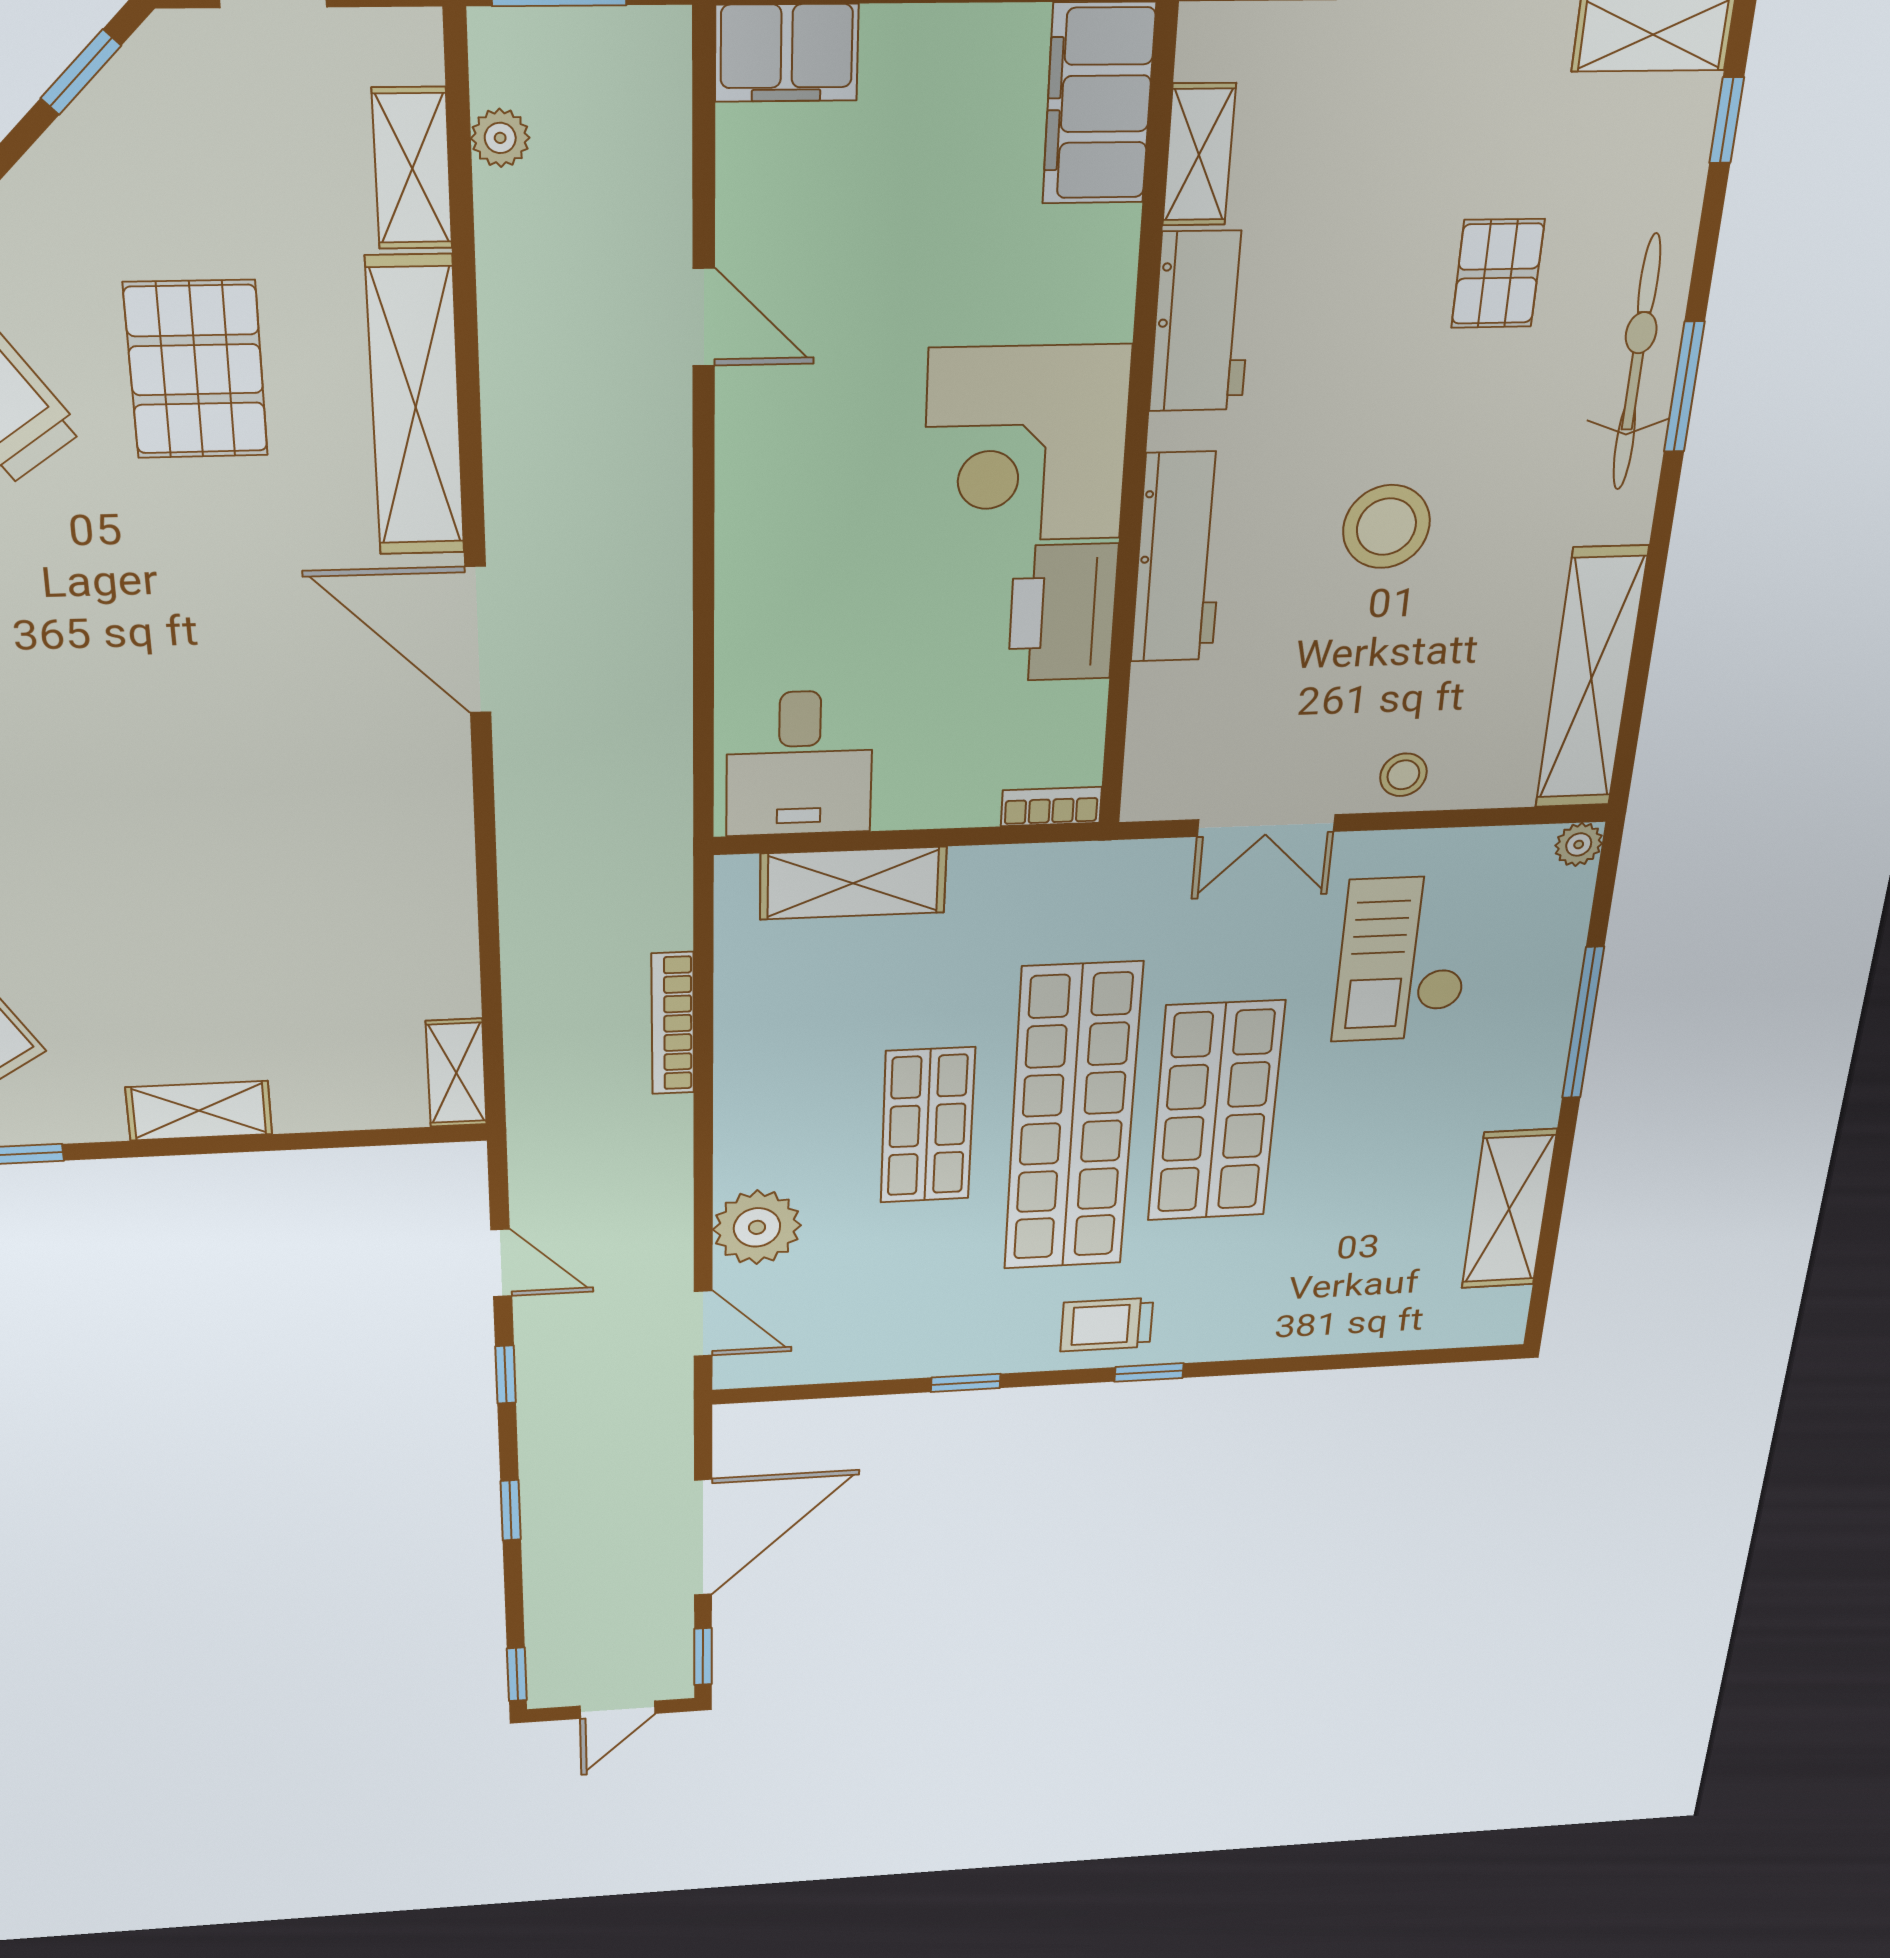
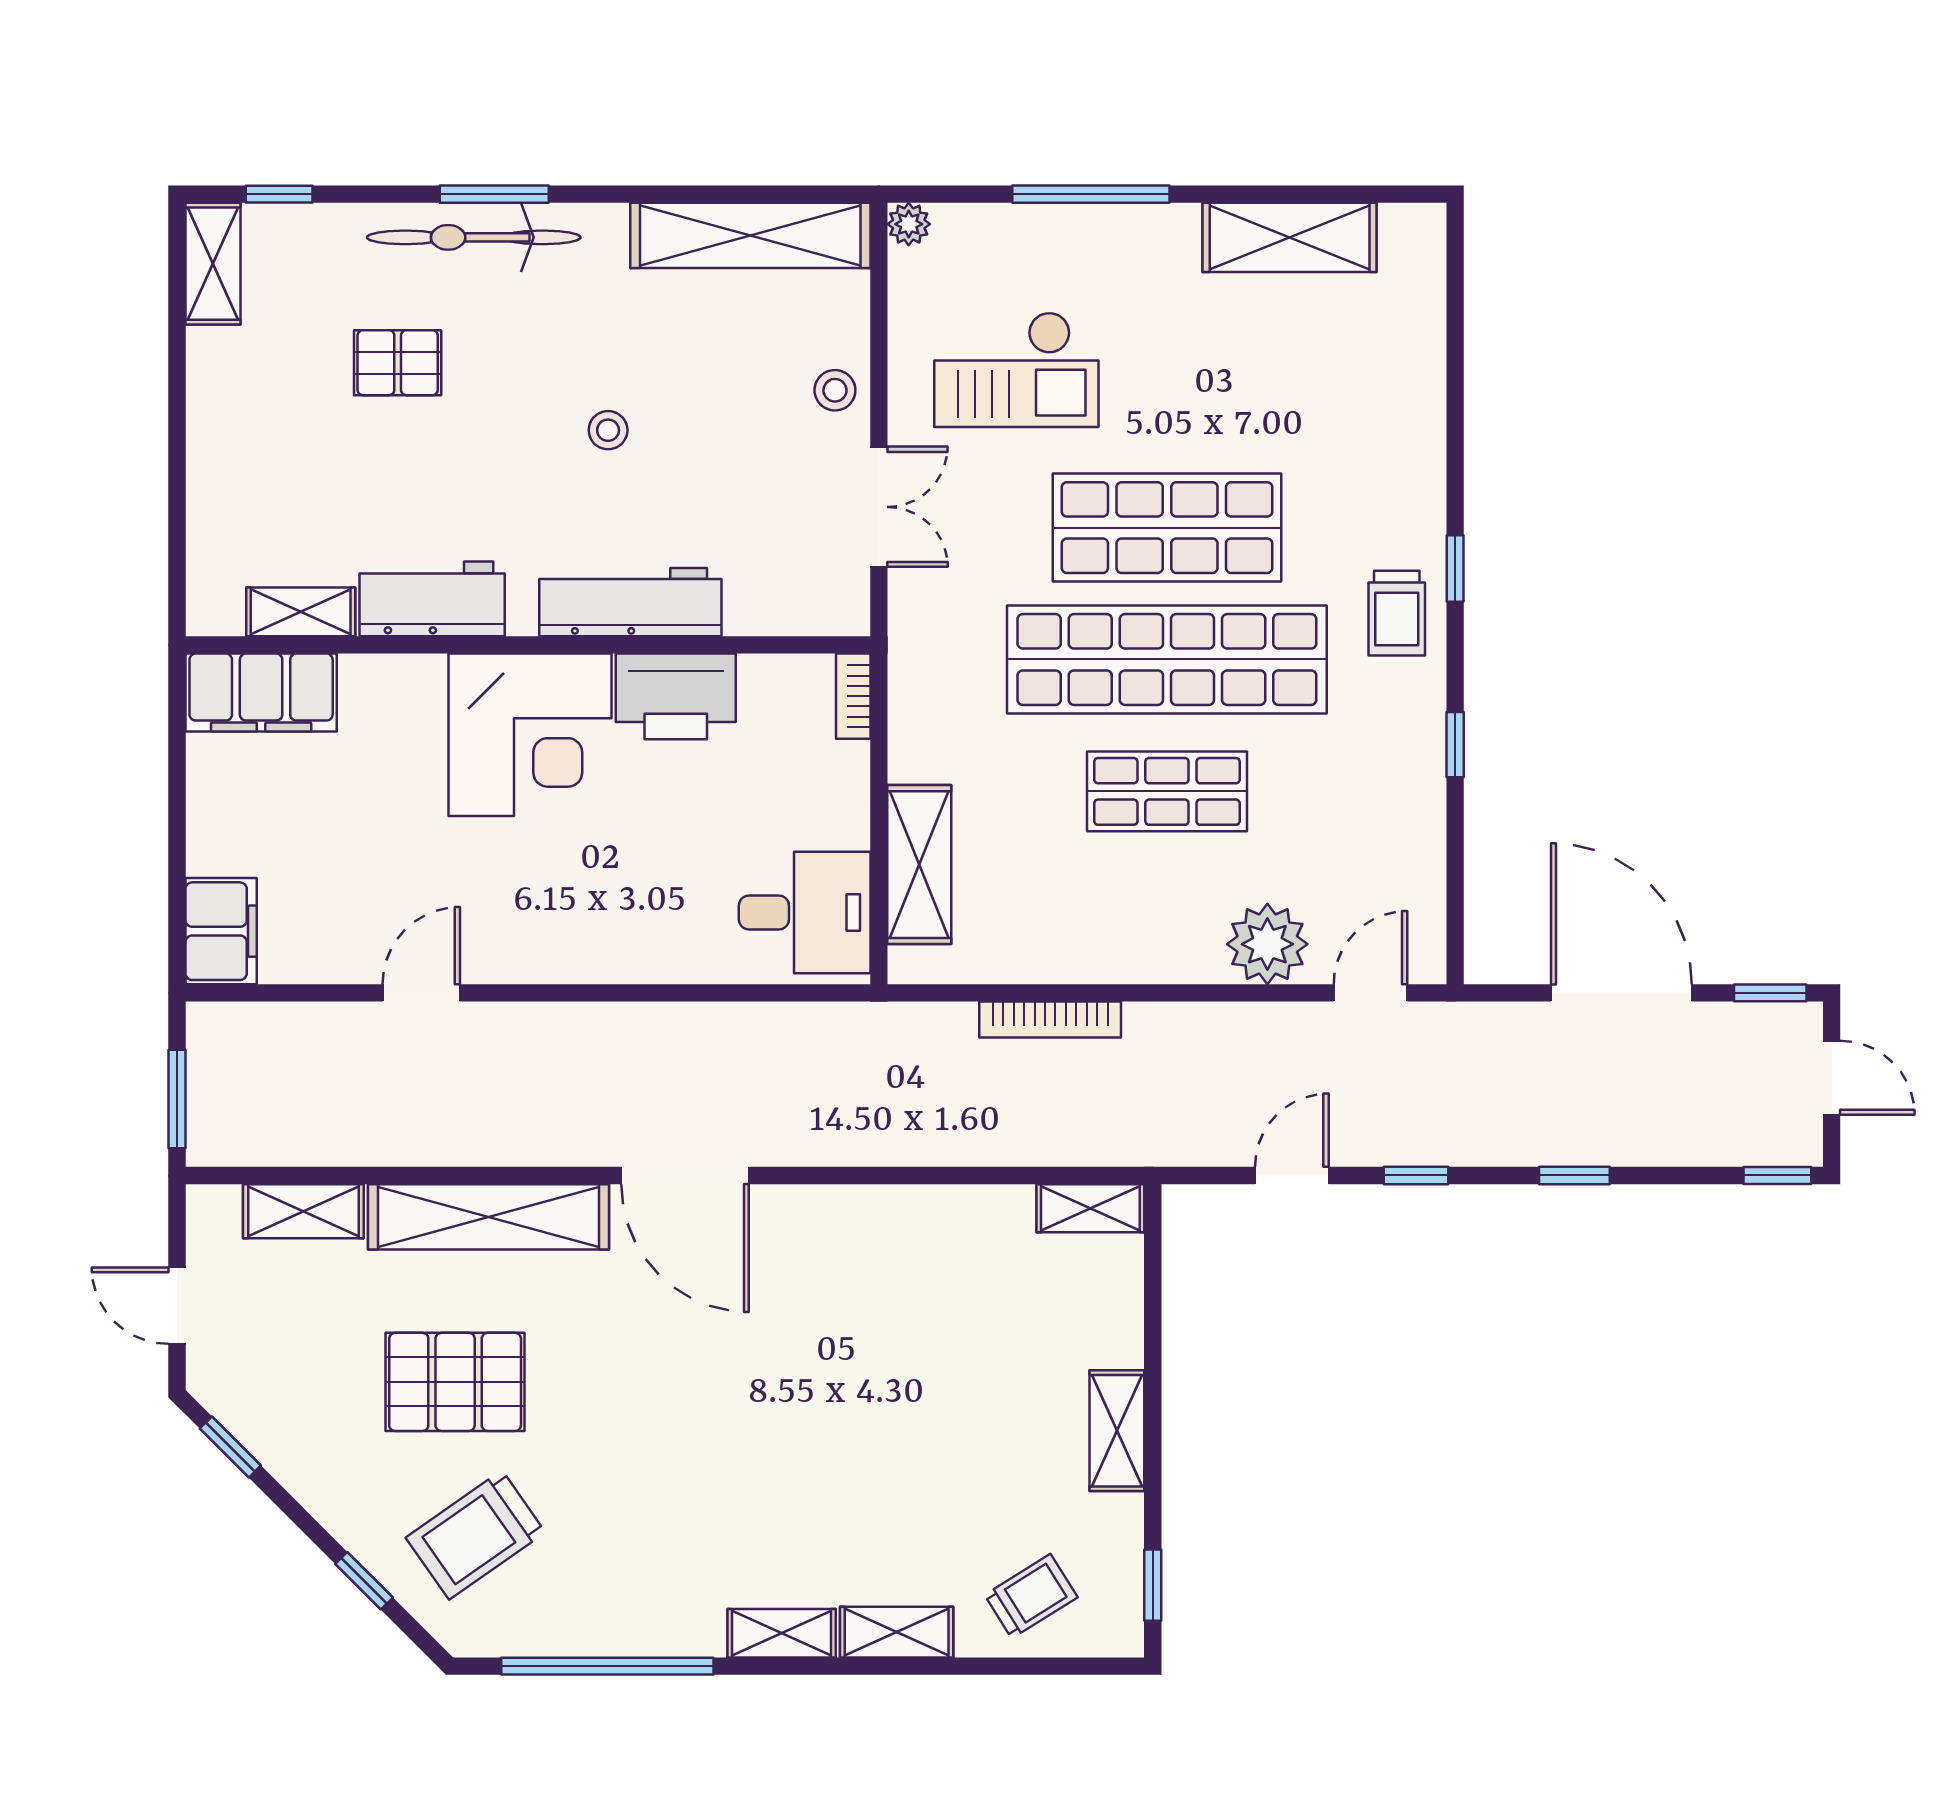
plant: (500, 138) -> (282, 1145), removed
stool: (1386, 527) -> (608, 430), width x0.53, depth x0.53
door: (478, 640) -> (685, 1175), hinge flipped

